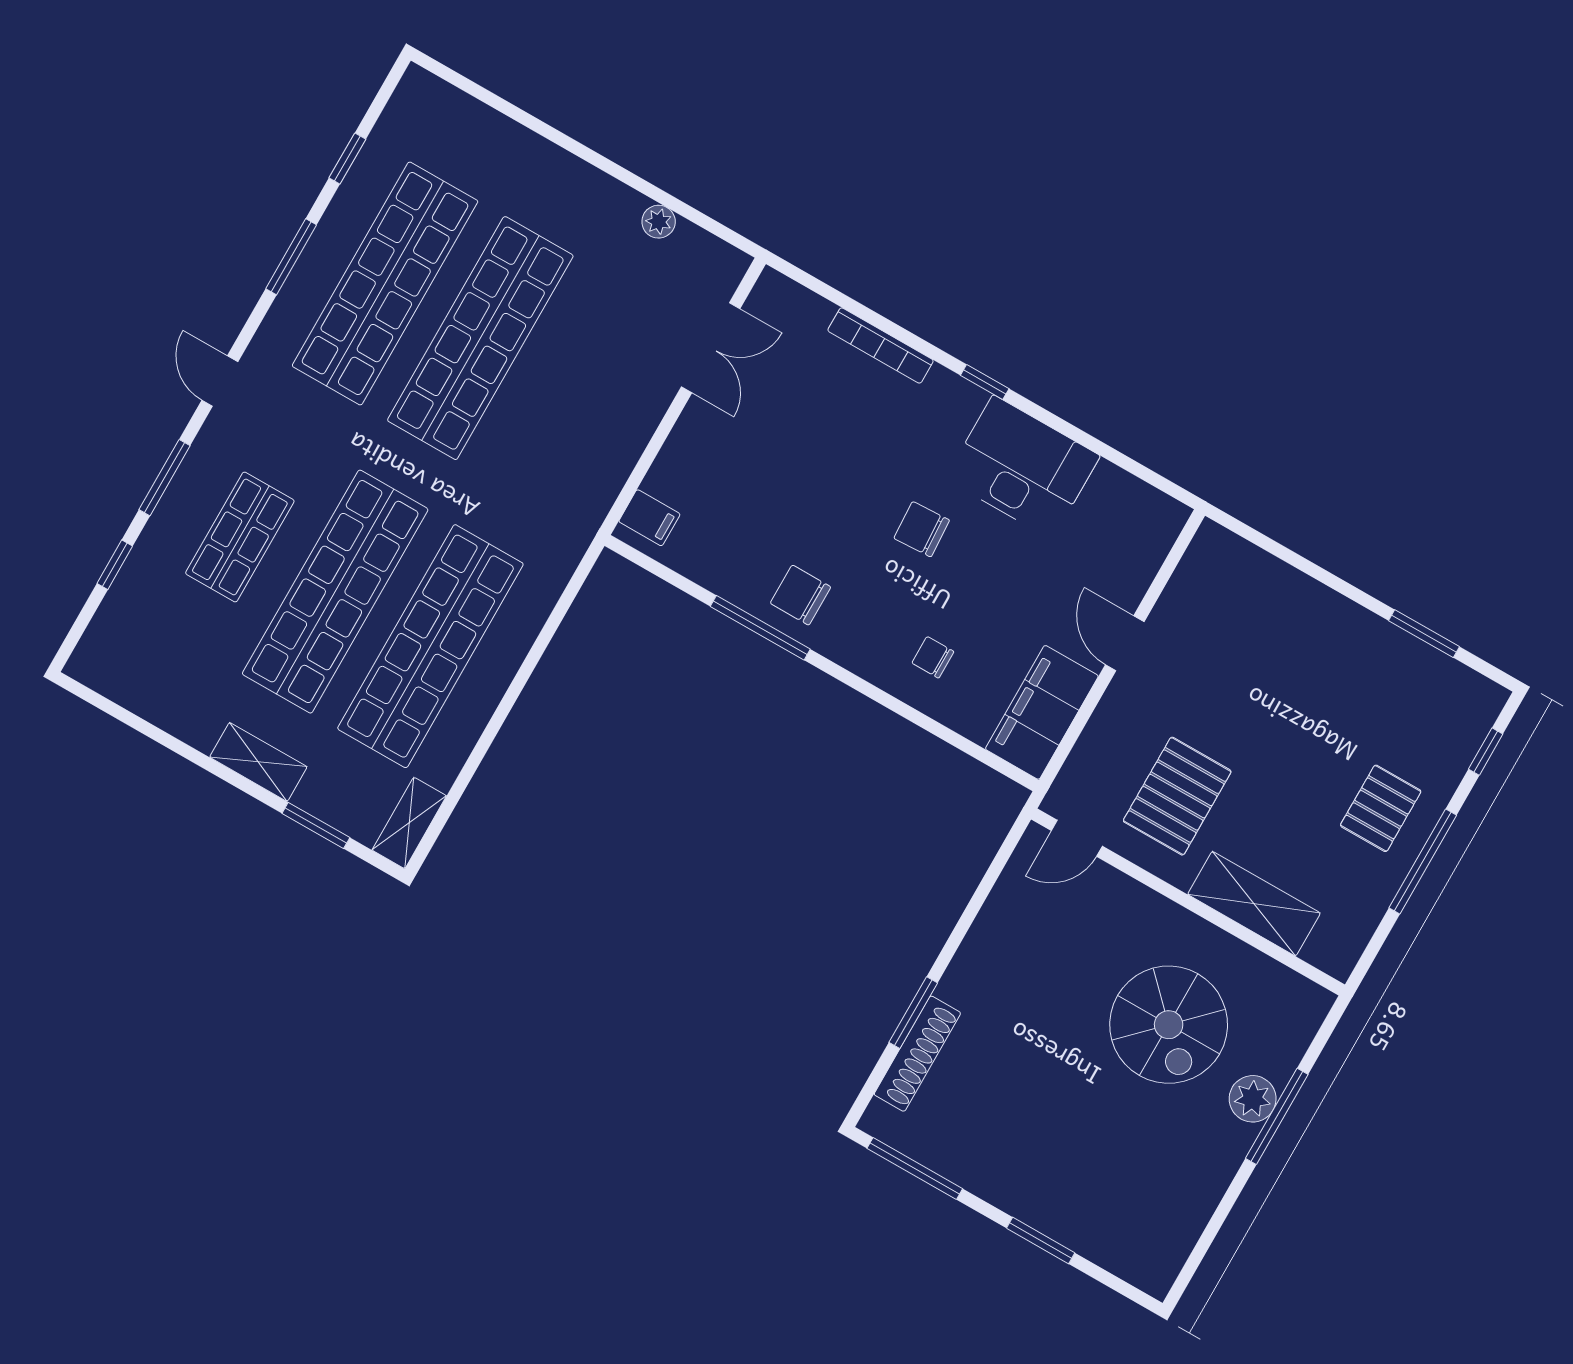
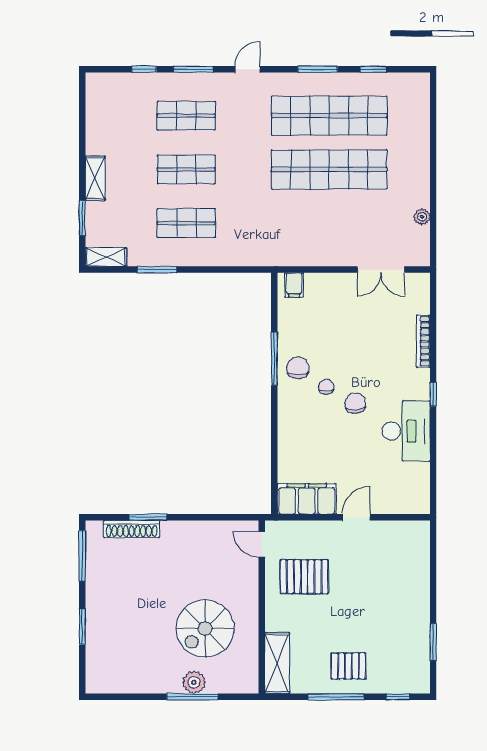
shop shelf: (335, 592) -> (186, 169), width x0.50, depth x0.74
shop shelf: (430, 646) -> (186, 223), width x0.50, depth x0.74
chair: (933, 657) -> (326, 387), moved
window: (483, 745) -> (157, 270), added
shelving: (1254, 904) -> (277, 663), moved

